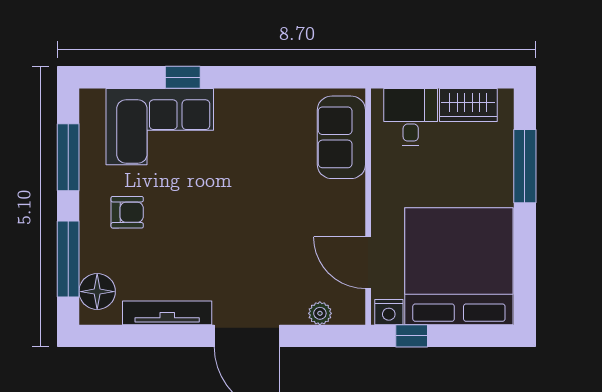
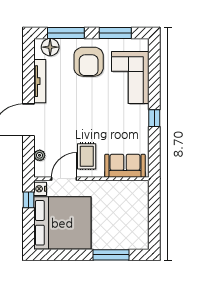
window: (183, 77) -> (154, 118), moved
wardrobe: (468, 105) -> (141, 227), removed
desk: (411, 117) -> (135, 199), removed
armchair: (127, 212) -> (89, 62), width x1.88, depth x1.88
rug: (322, 216) -> (87, 156), added

